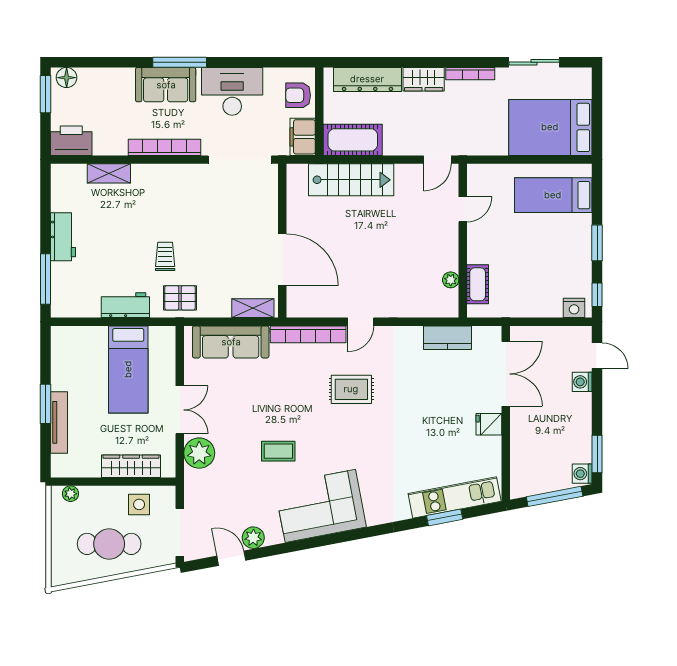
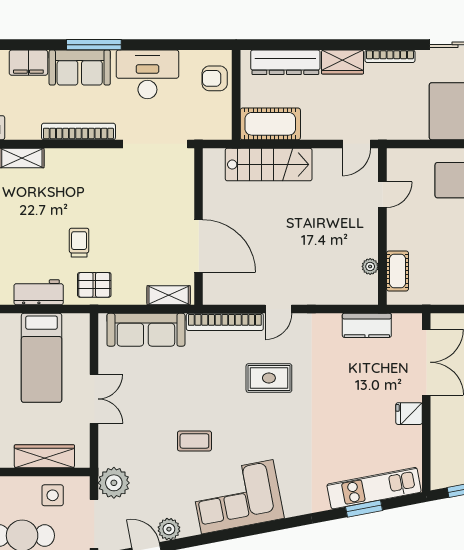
filing cabinet: (303, 137) -> (28, 63), moved, turned -90
plant: (199, 453) -> (114, 483), moved

